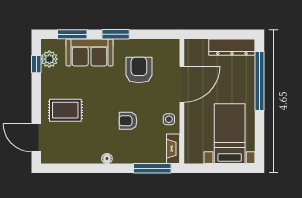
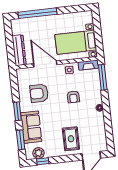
dresser: (232, 47) -> (19, 50), moved
bed with nightstands: (230, 134) -> (76, 42), moved

